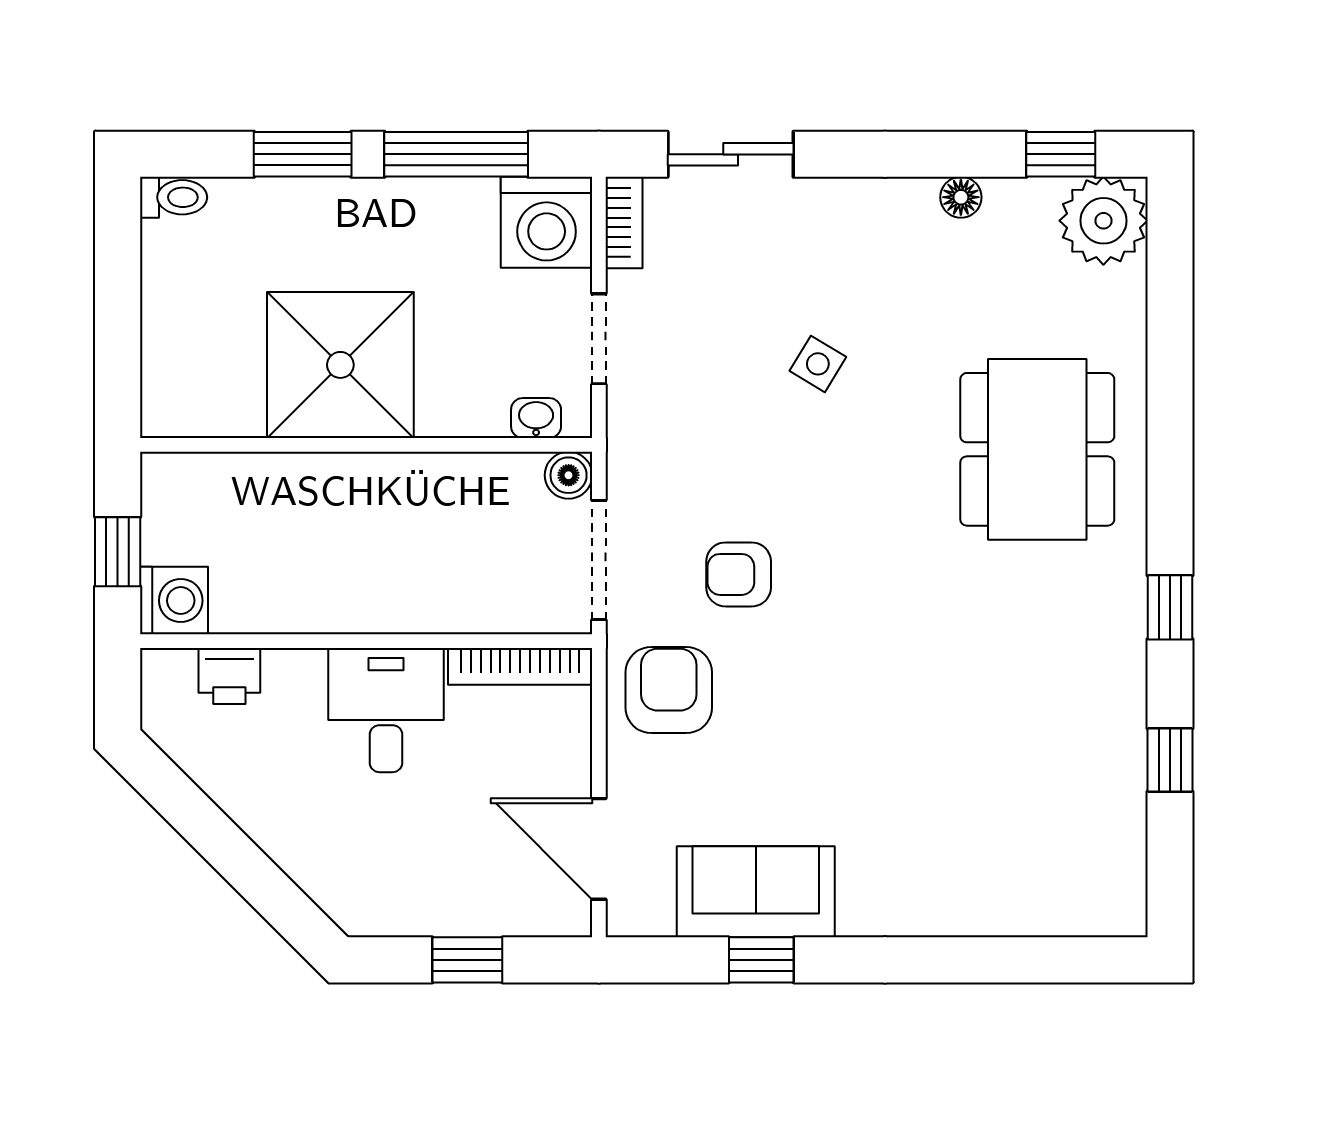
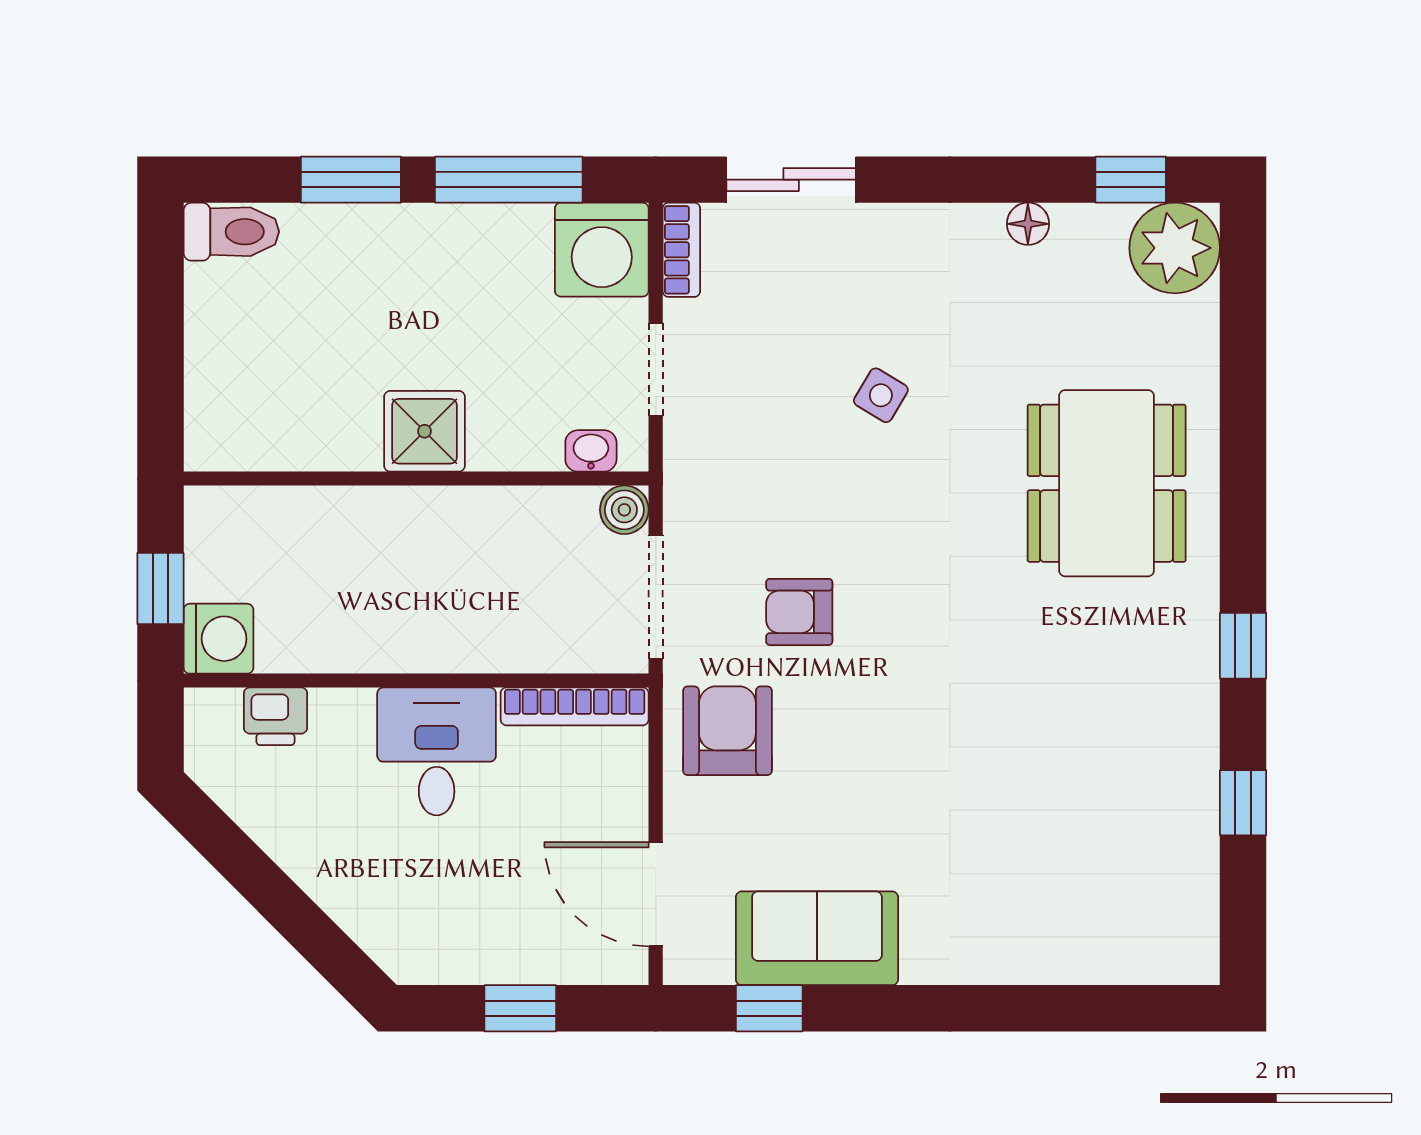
toilet: (174, 197) -> (231, 232), width x1.37, depth x1.39
shower: (340, 365) -> (425, 431), width x0.54, depth x0.54
window: (761, 960) -> (769, 1008), moved

